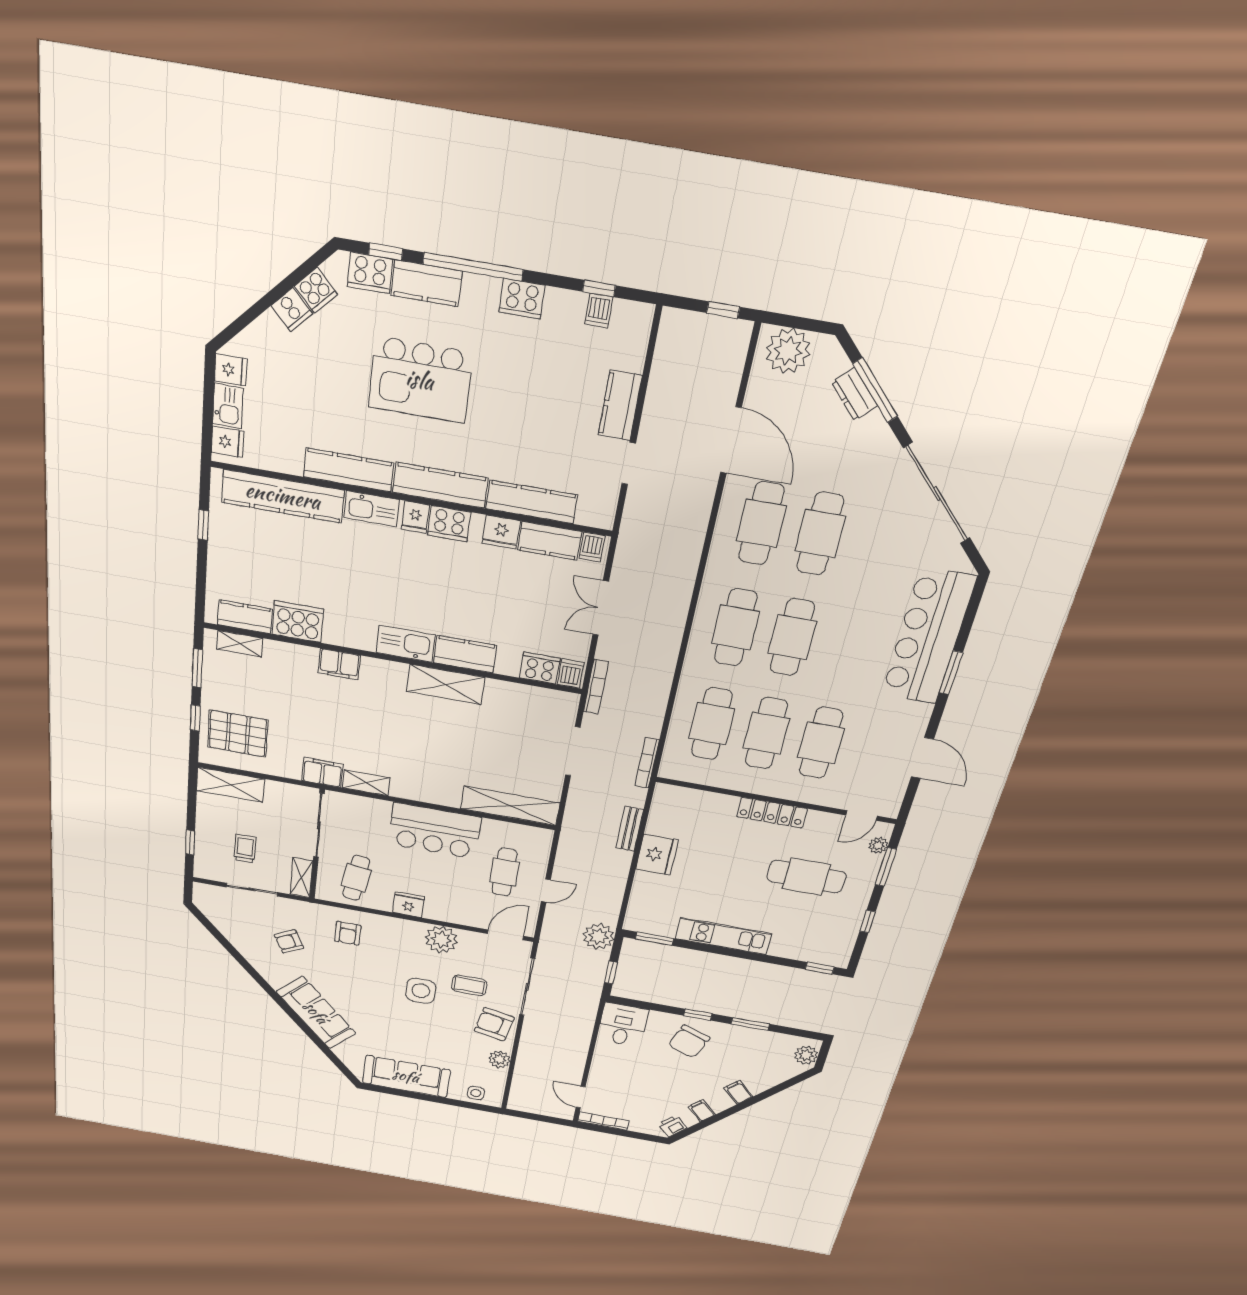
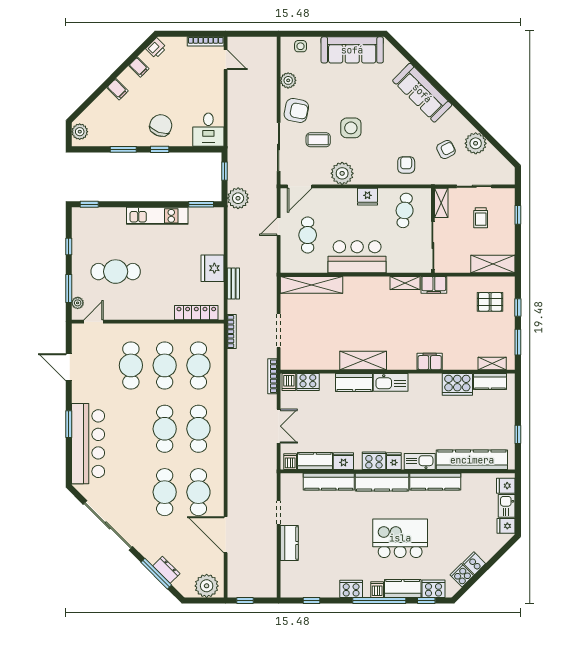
dishwasher: (599, 311) -> (377, 590), moved
pallet: (238, 734) -> (490, 302), width x0.67, depth x0.71
locker: (772, 813) -> (196, 313), moved
plant: (246, 941) -> (476, 143), added

